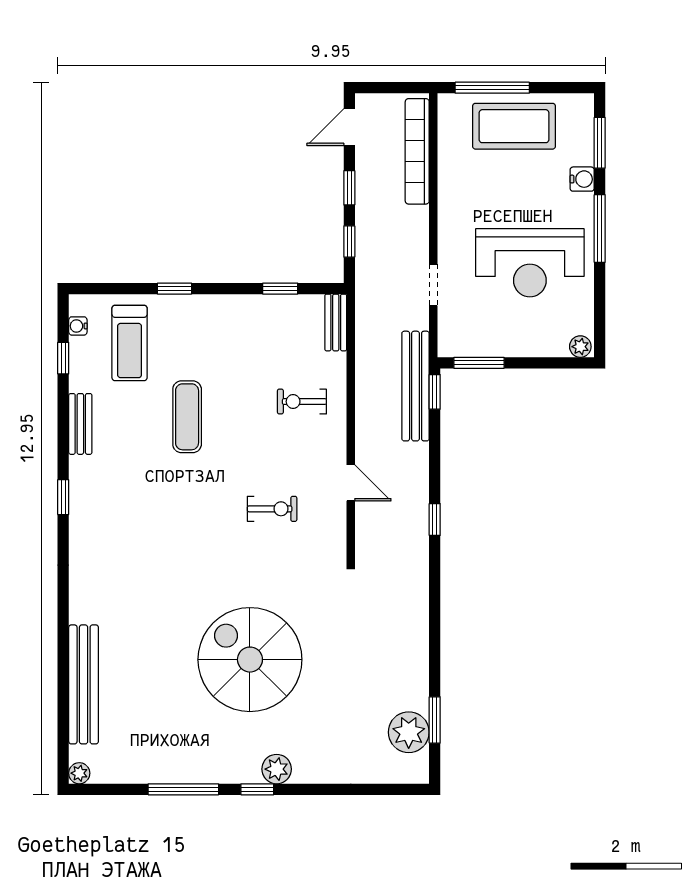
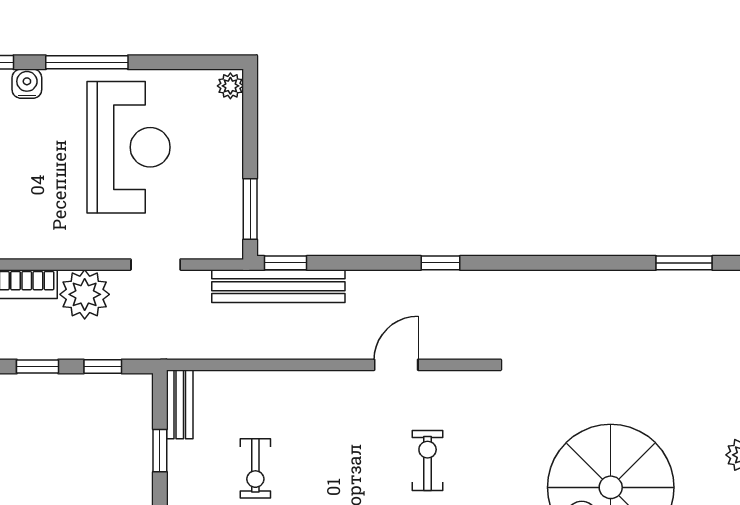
bench: (336, 322) -> (180, 404), moved, turned 90
exercise bike: (302, 402) -> (255, 468), moved
plant: (409, 732) -> (85, 294), moved

